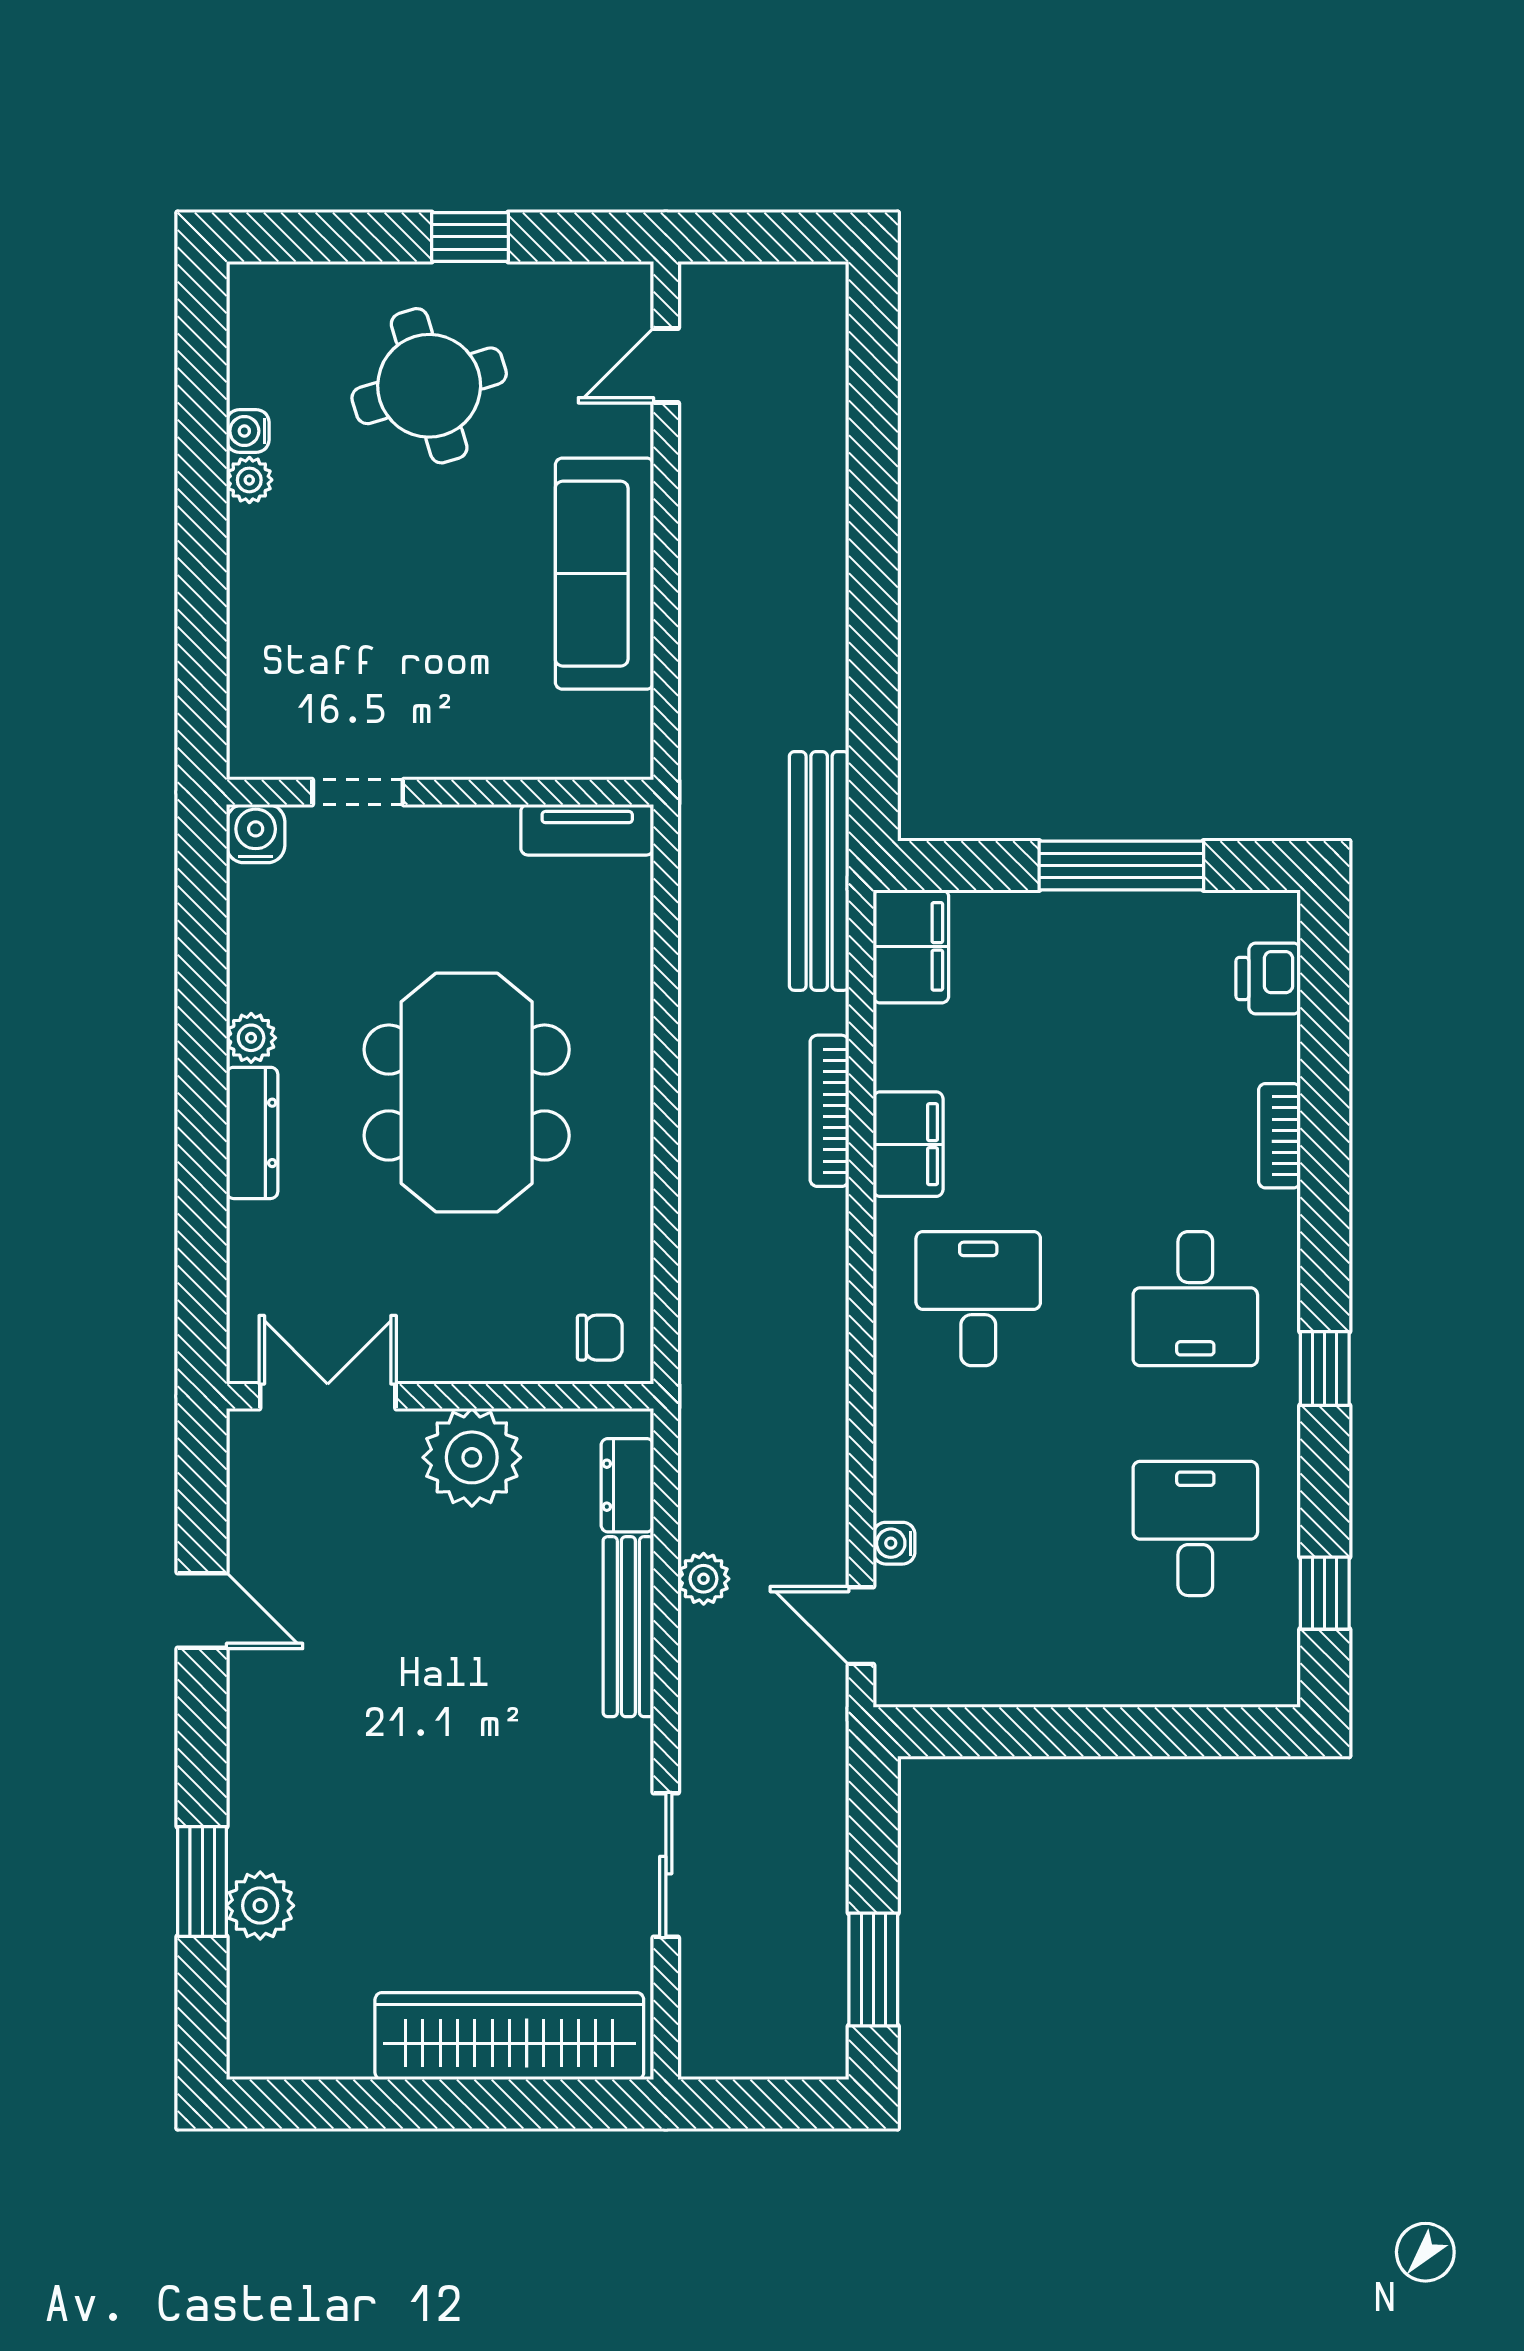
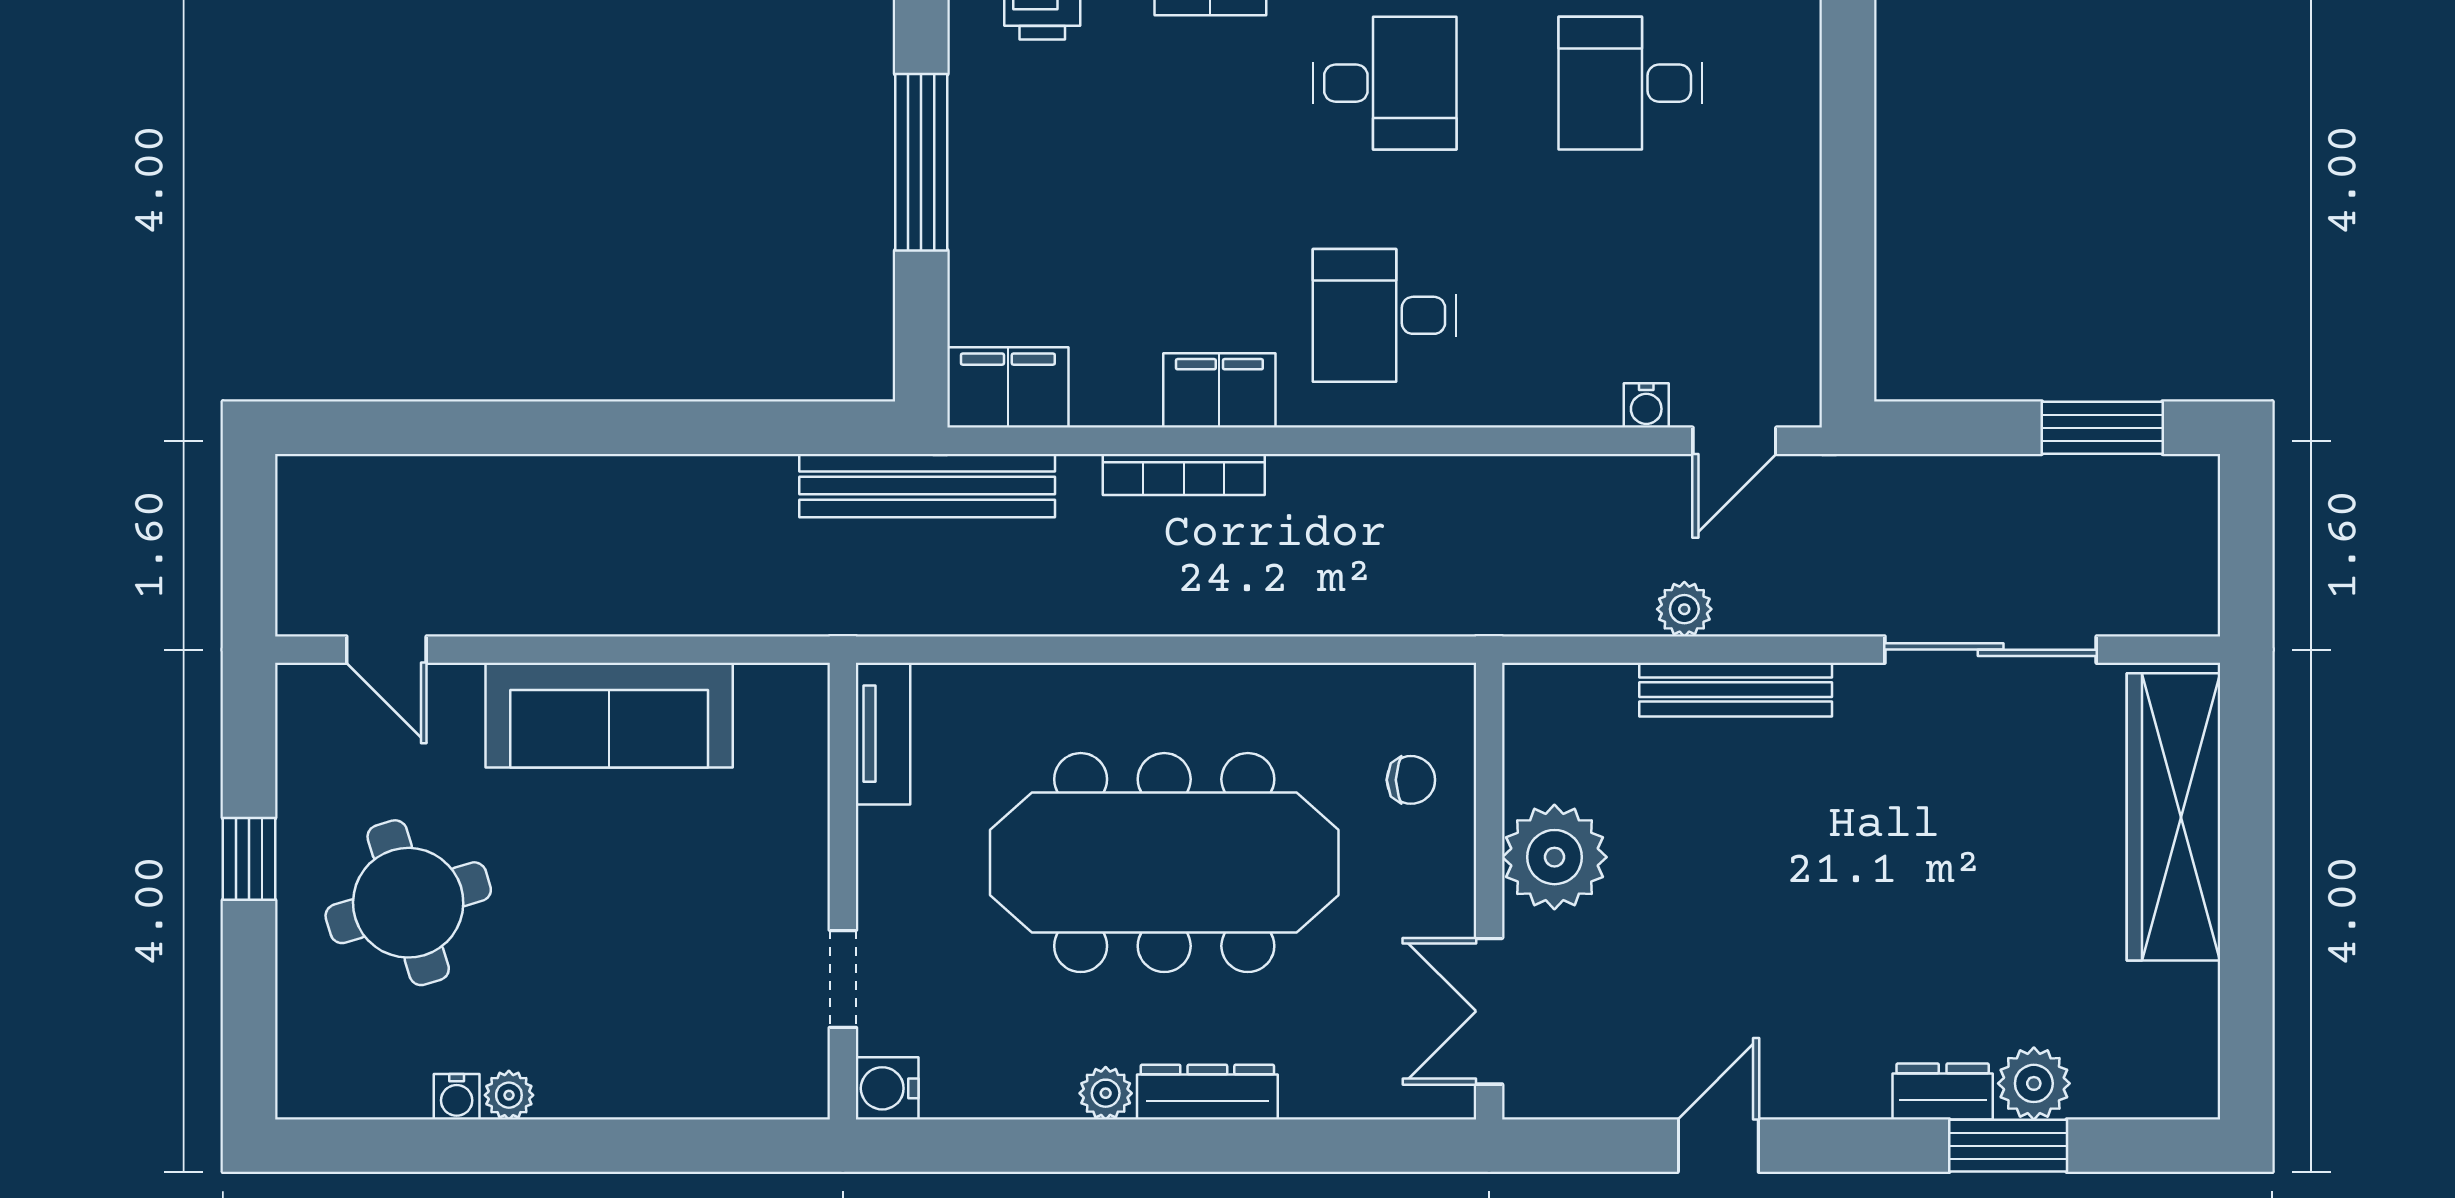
meeting table: (467, 1093) -> (1164, 863), width x1.36
chair: (600, 1338) -> (1411, 780), moved, turned 90
dresser: (627, 1485) -> (1943, 1091), moved, turned 180
sliding door: (666, 1865) -> (1991, 650), width x1.37

